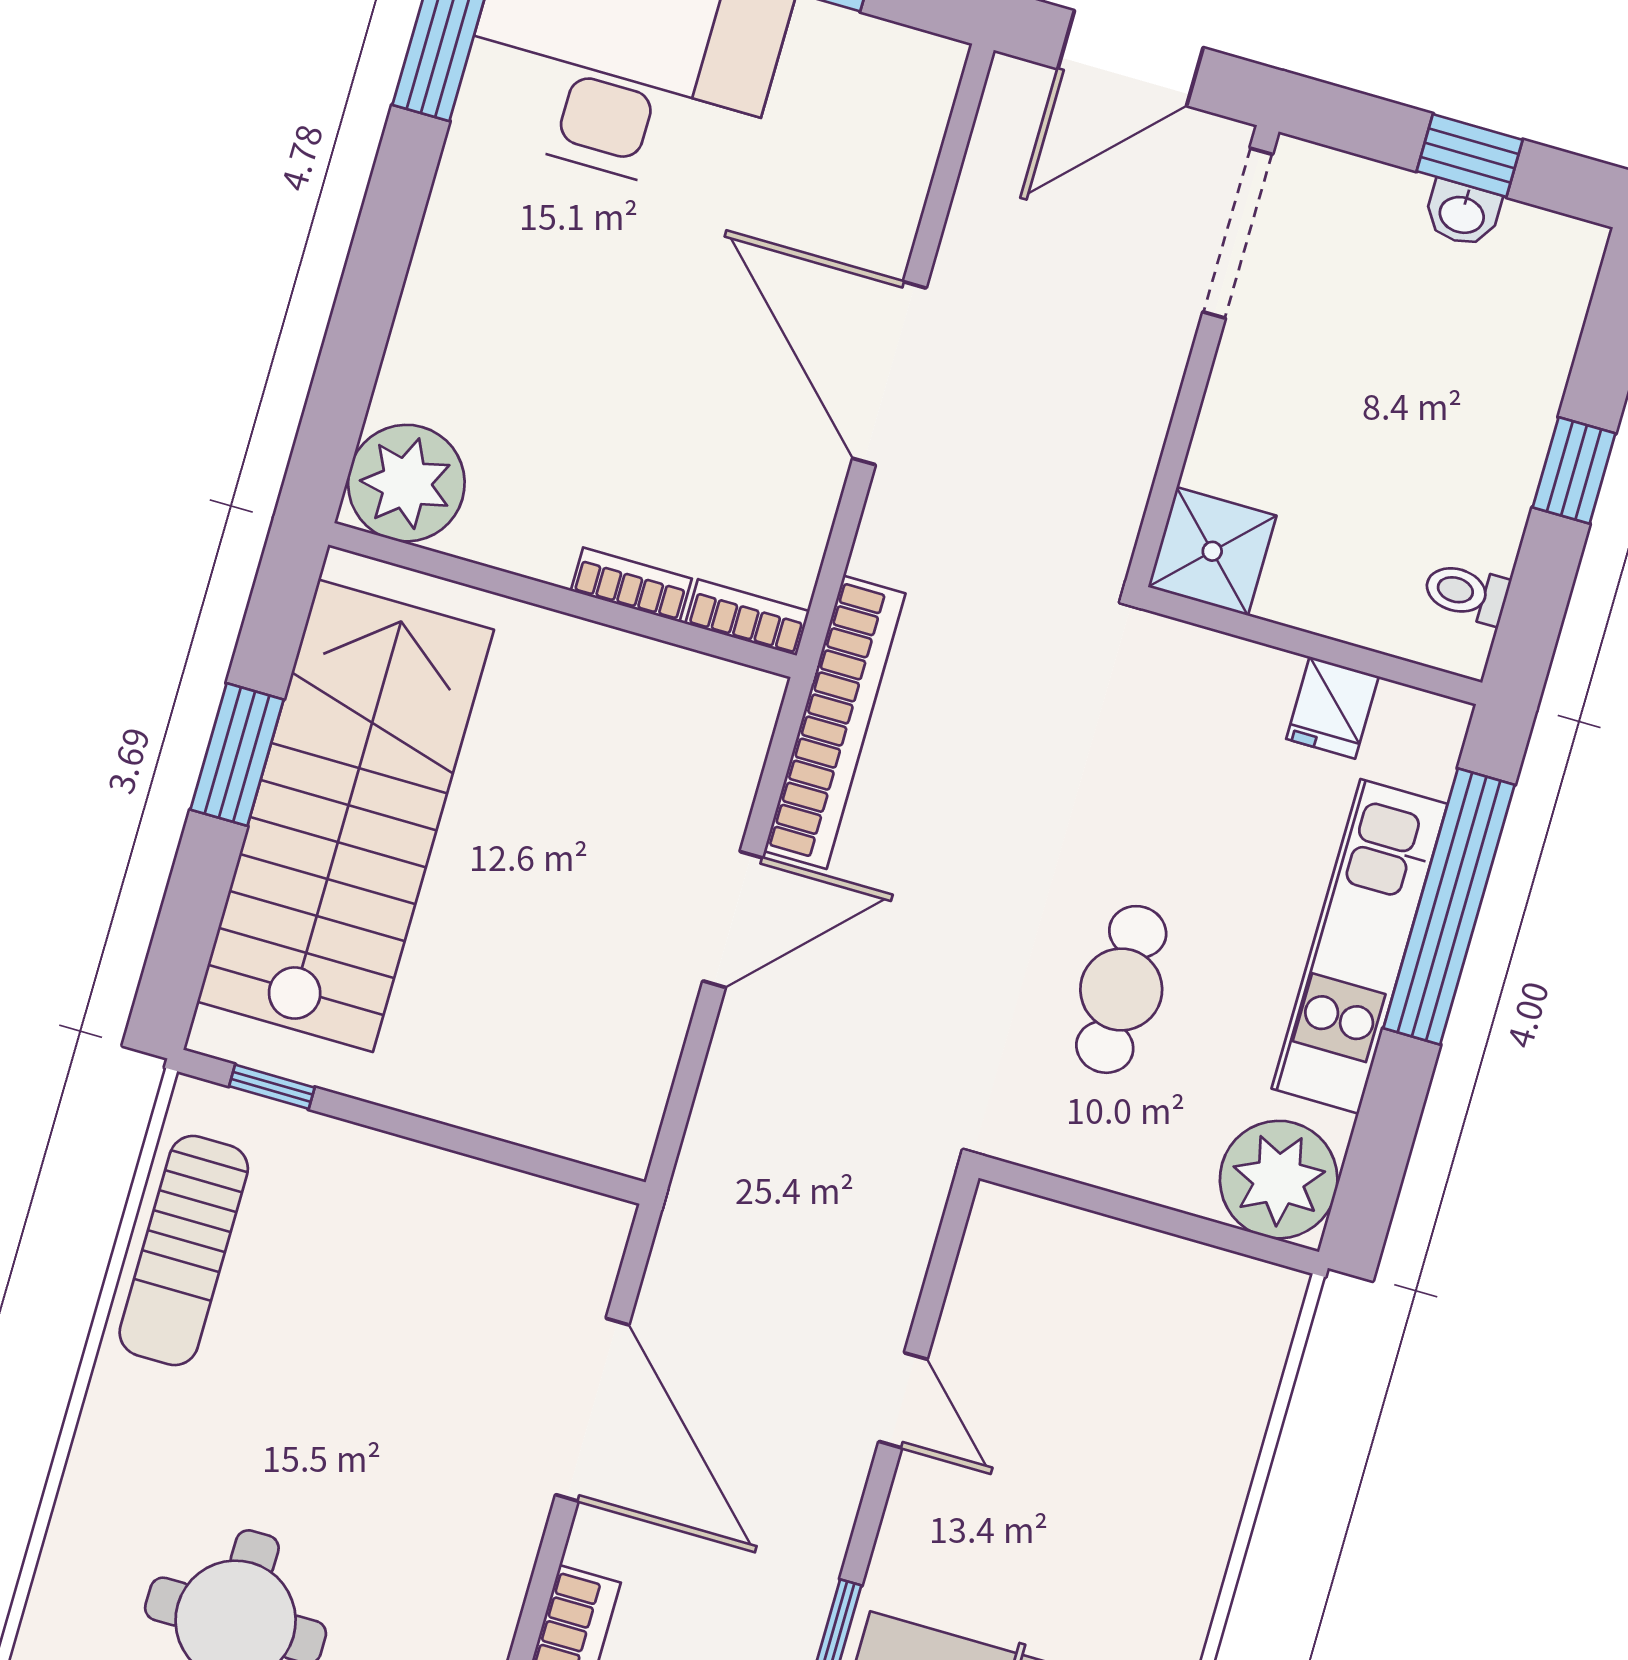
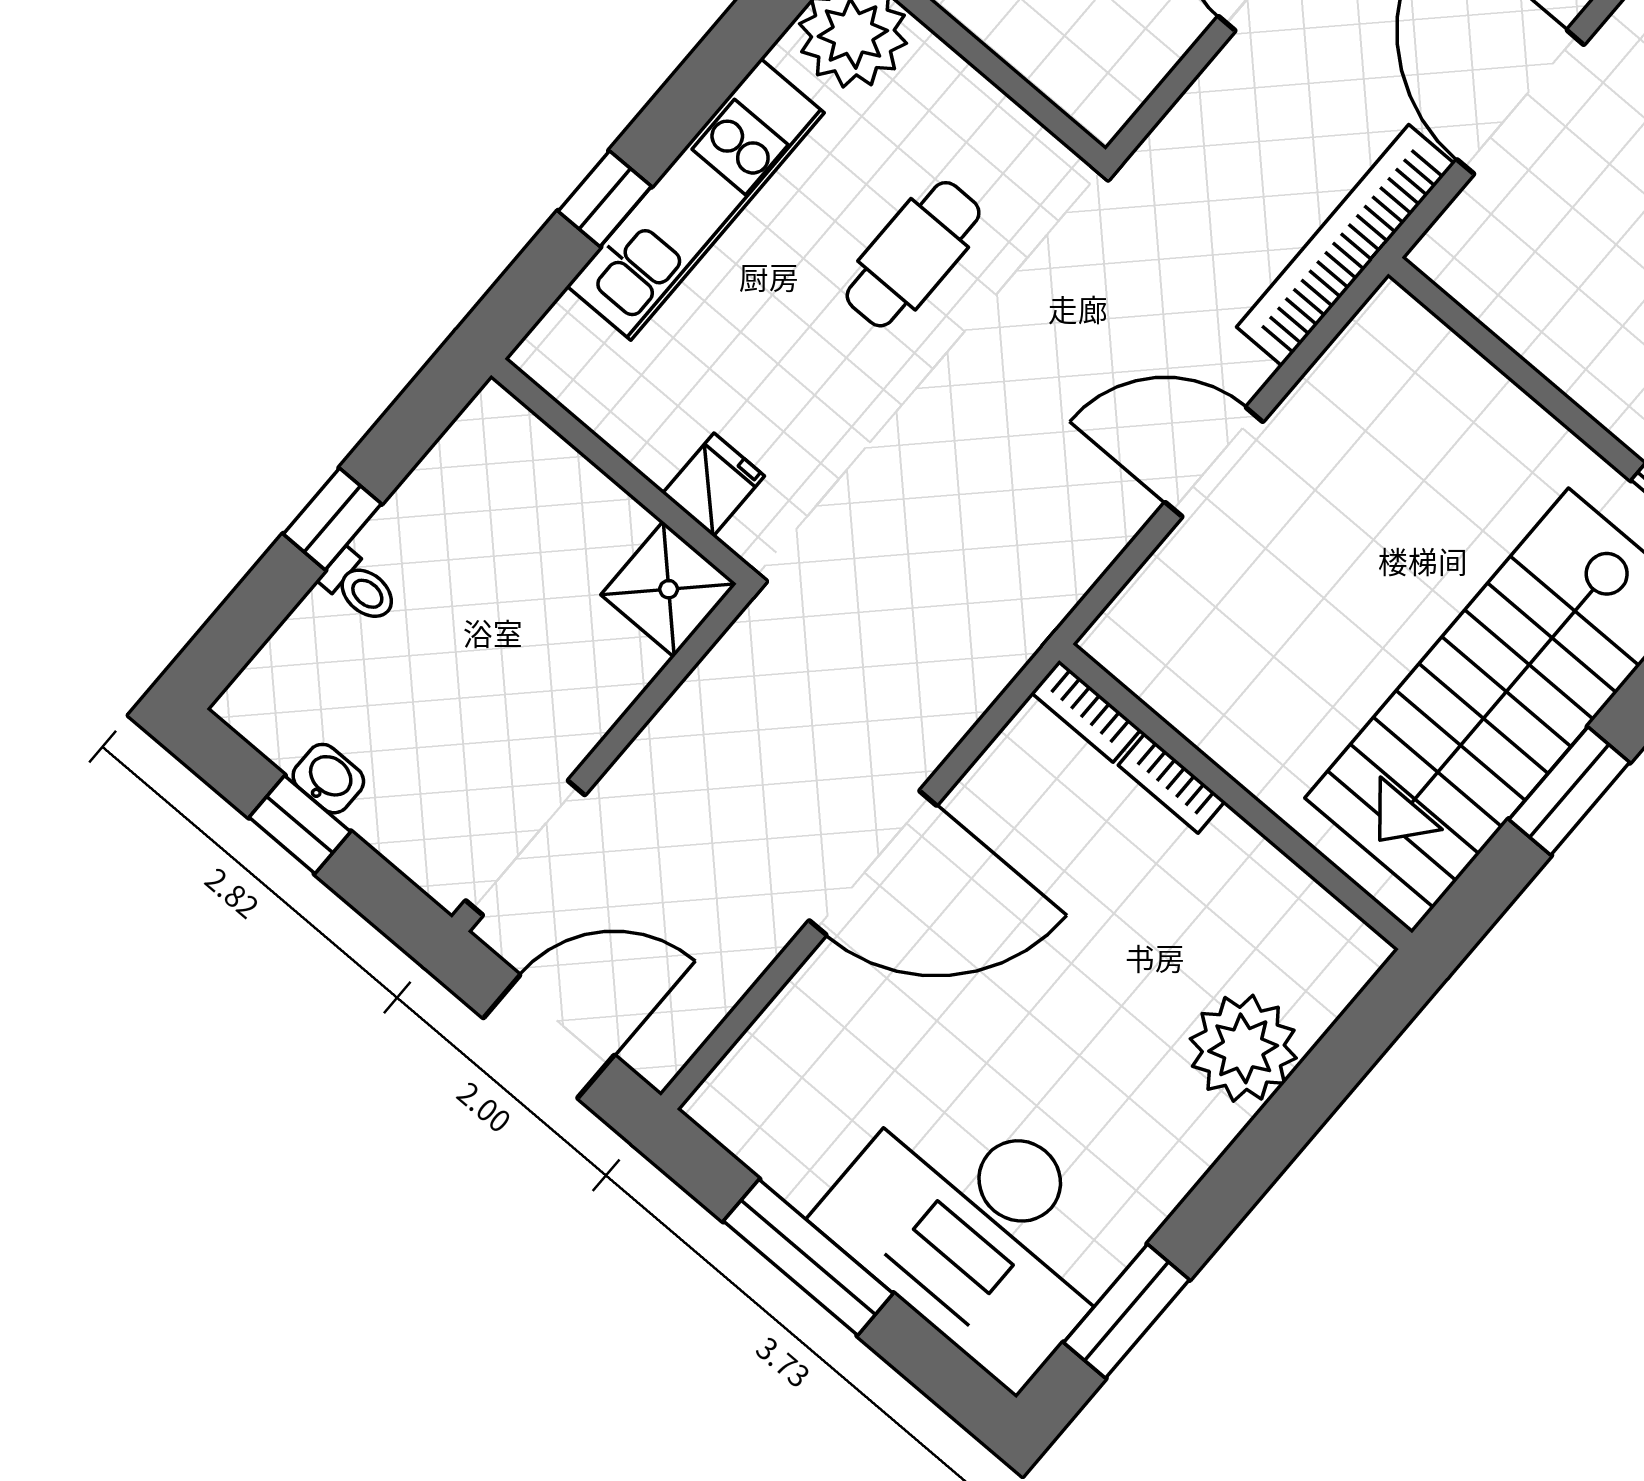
door: (889, 373) -> (873, 863), hinge flipped
plant: (406, 483) -> (1243, 1048), moved
toilet: (1466, 593) -> (359, 587), moved
fridge: (1332, 708) -> (713, 485), moved
bookcase: (835, 722) -> (1345, 245), moved
window: (1449, 906) -> (605, 199), width x0.32

